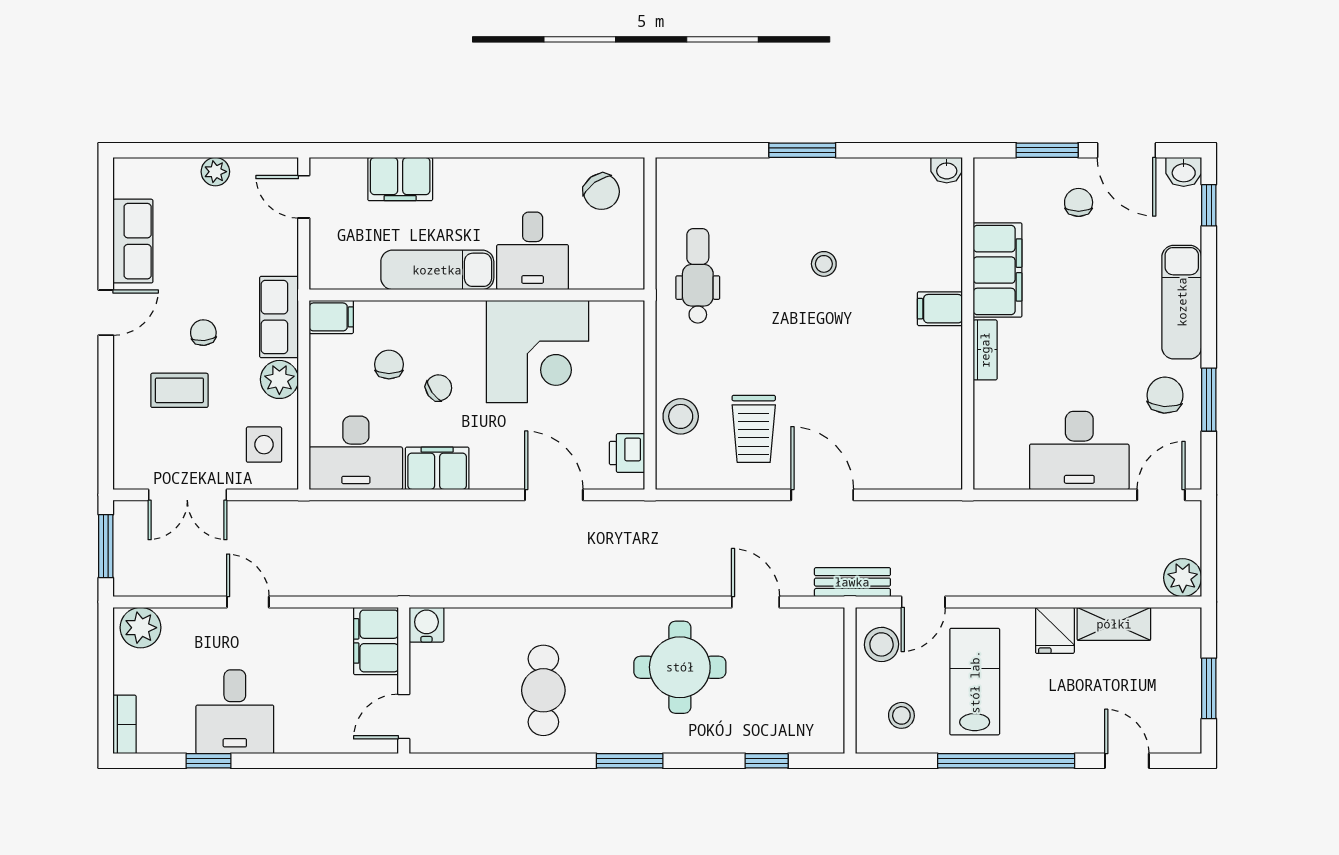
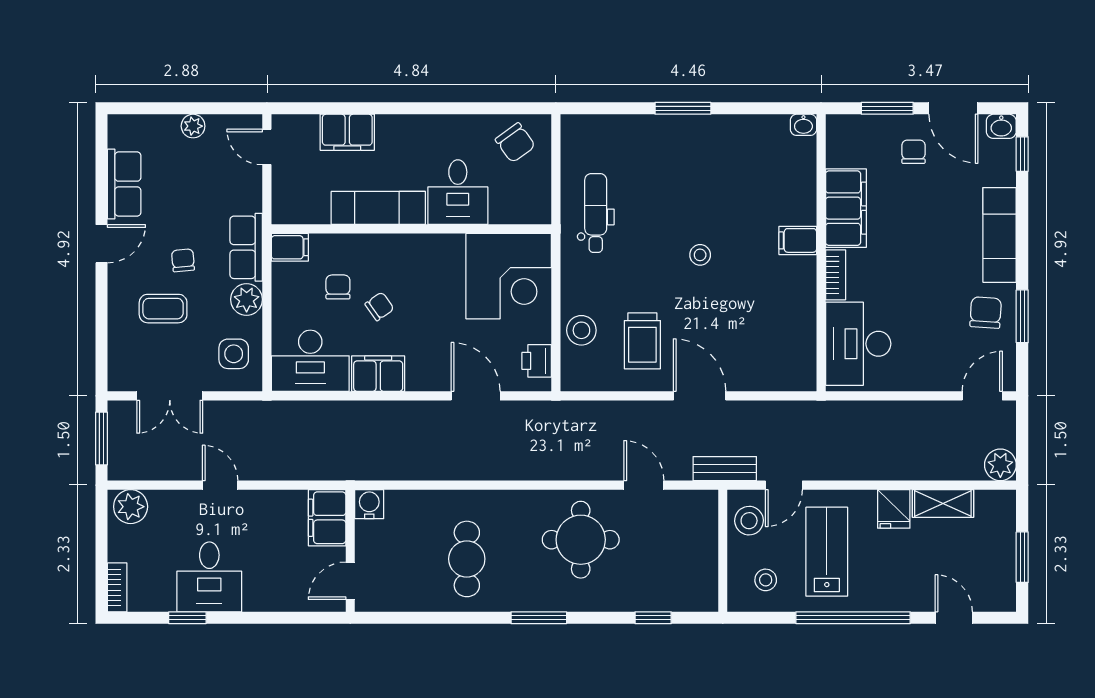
stool: (824, 264) -> (700, 255), moved
corner desk: (537, 351) -> (509, 276), moved
desk: (1079, 450) -> (858, 344), moved, turned 90

